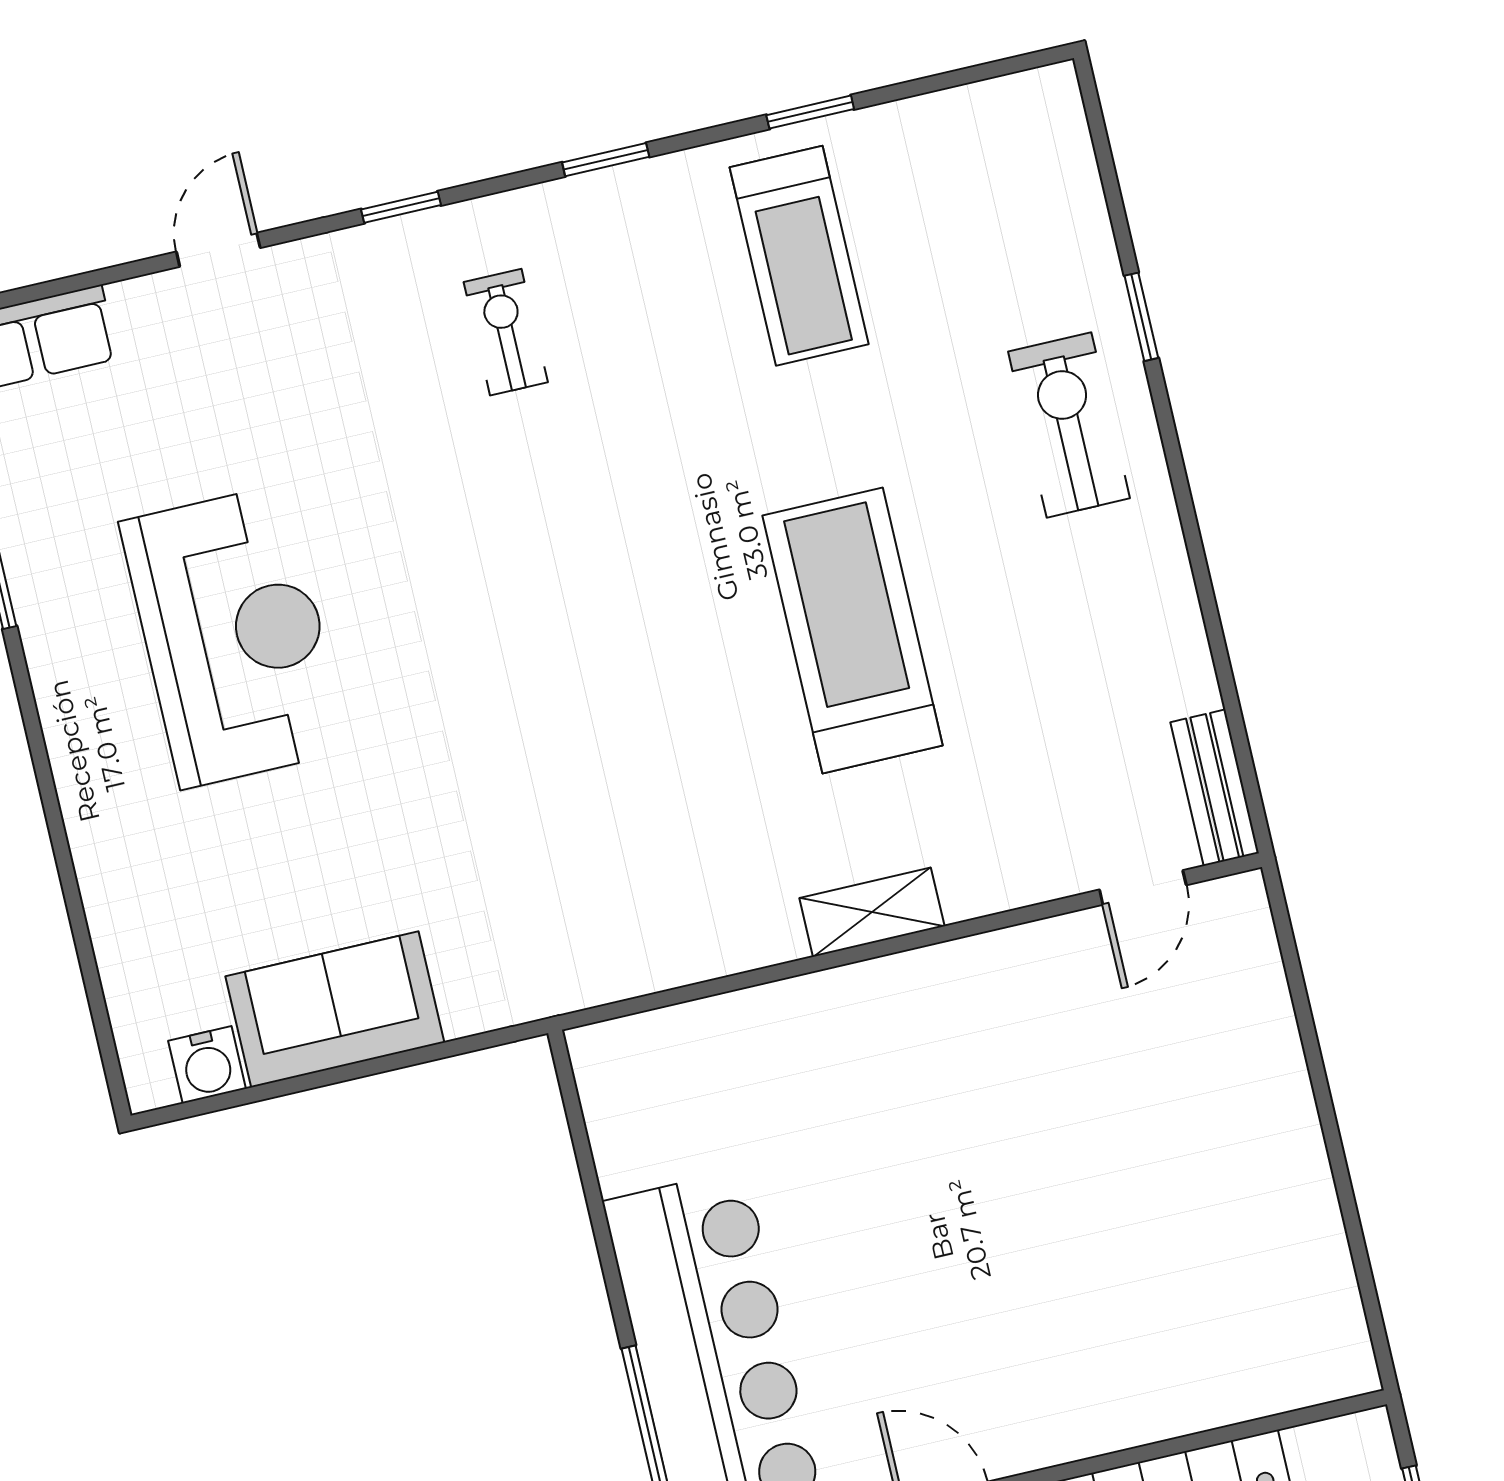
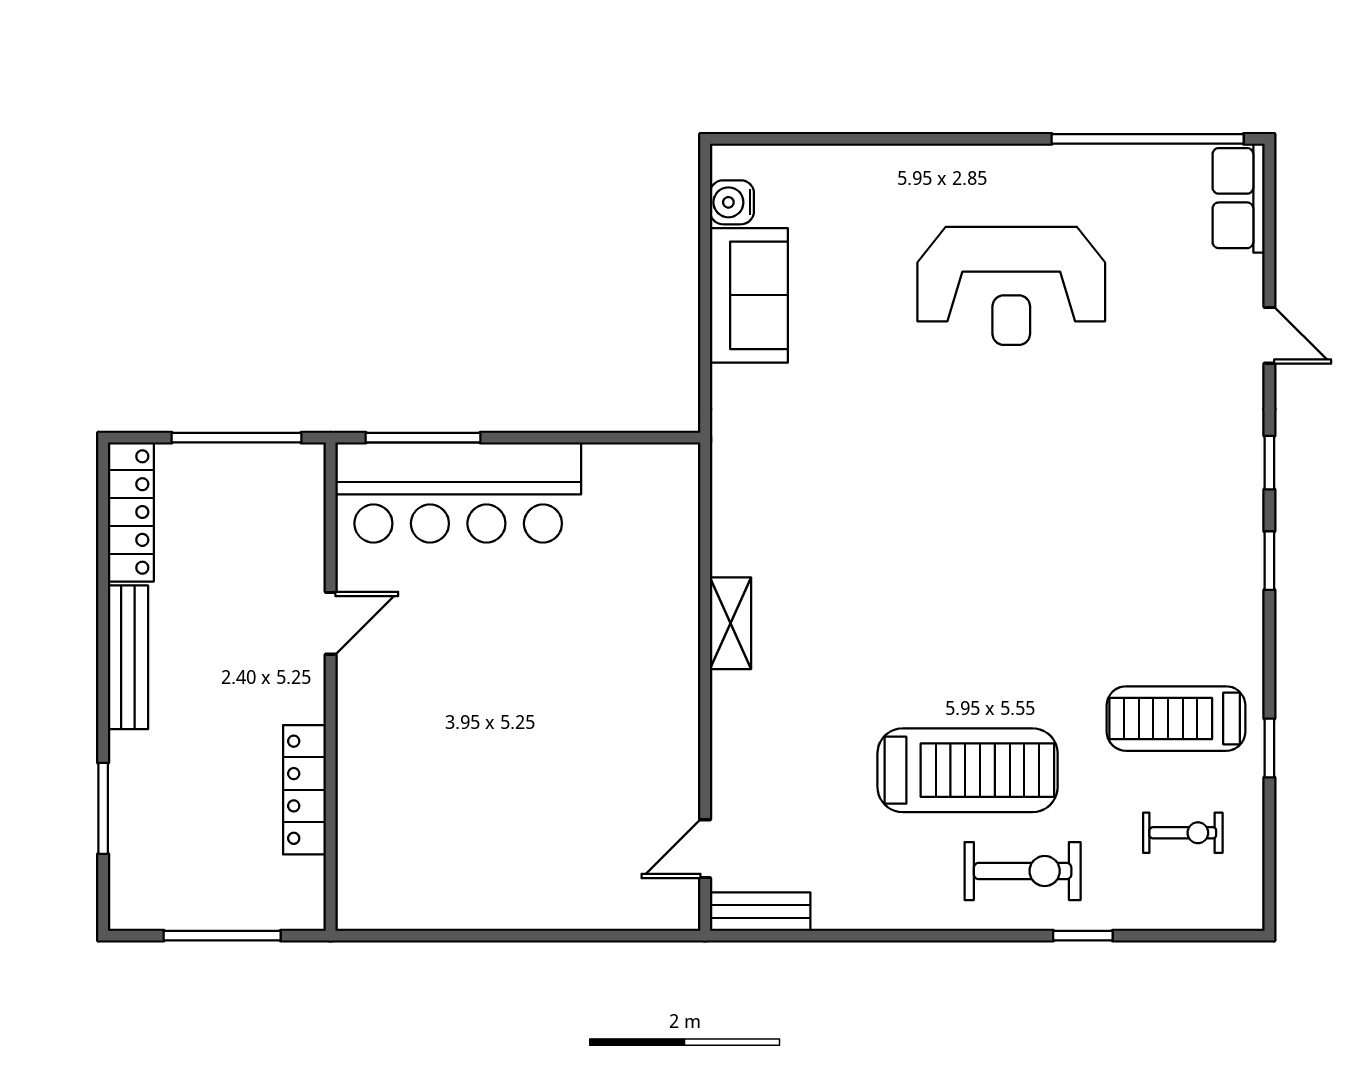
window: (606, 160) -> (1269, 561), moved
exercise bike: (506, 332) -> (1183, 833), moved
treadmill: (853, 630) -> (968, 770), moved
door: (1143, 887) -> (705, 849), hinge flipped
shelving: (872, 912) -> (731, 623), moved

